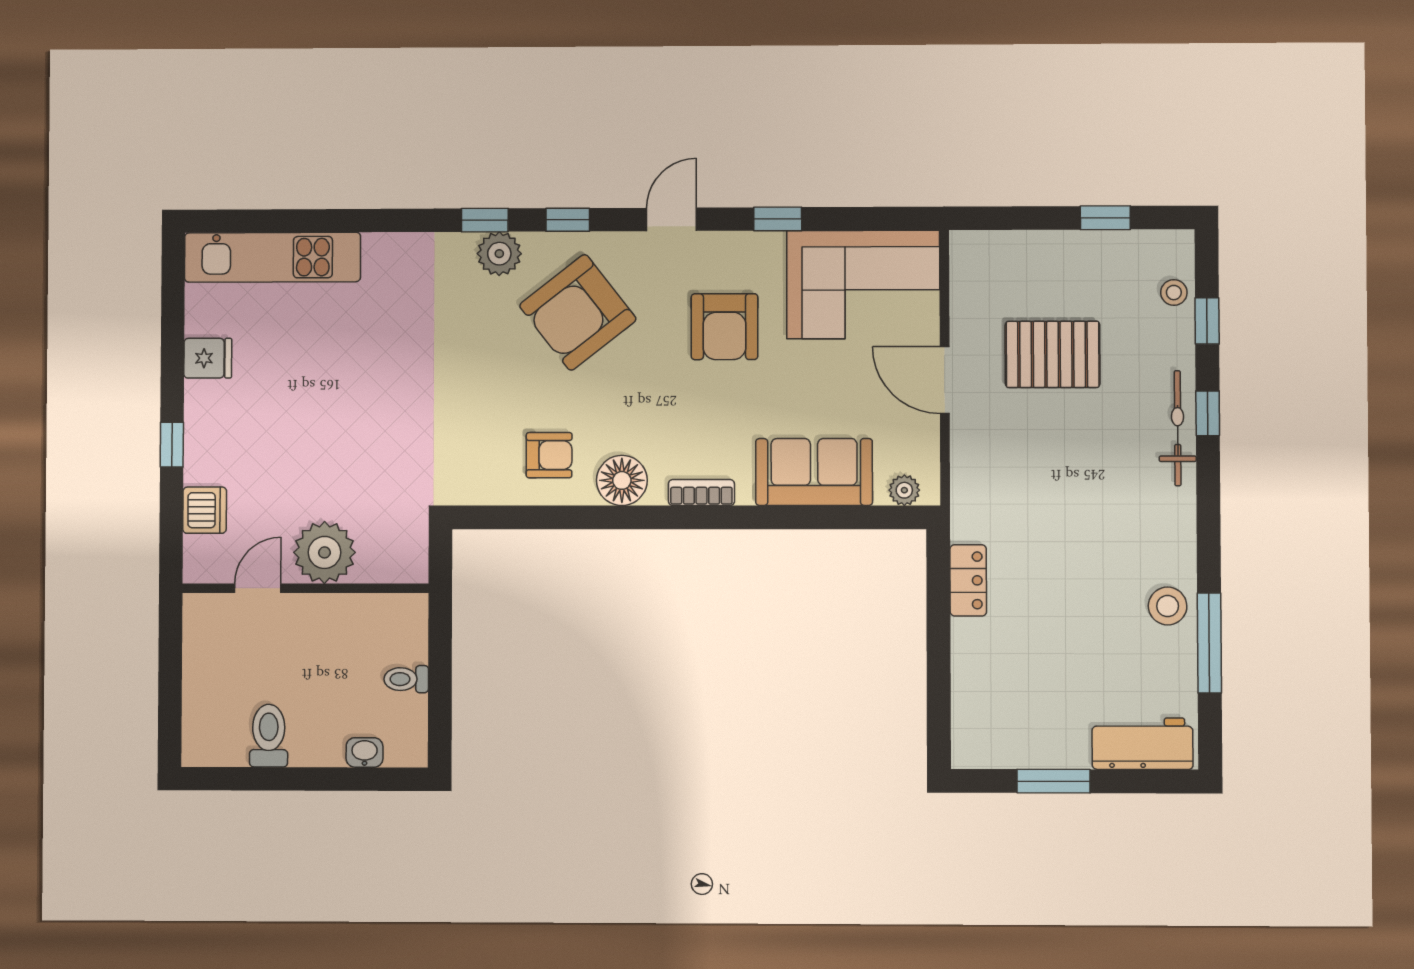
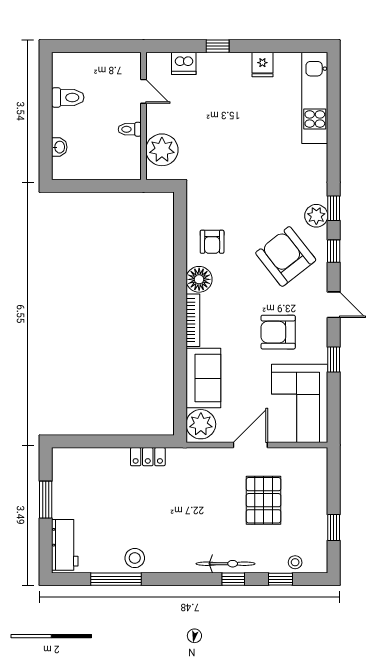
plant: (904, 490) -> (201, 424), width x1.87, depth x1.87
bookcase: (701, 492) -> (193, 320), width x1.56
plant: (325, 552) -> (162, 150), moved
toilet: (406, 679) -> (130, 129), moved, turned -90

